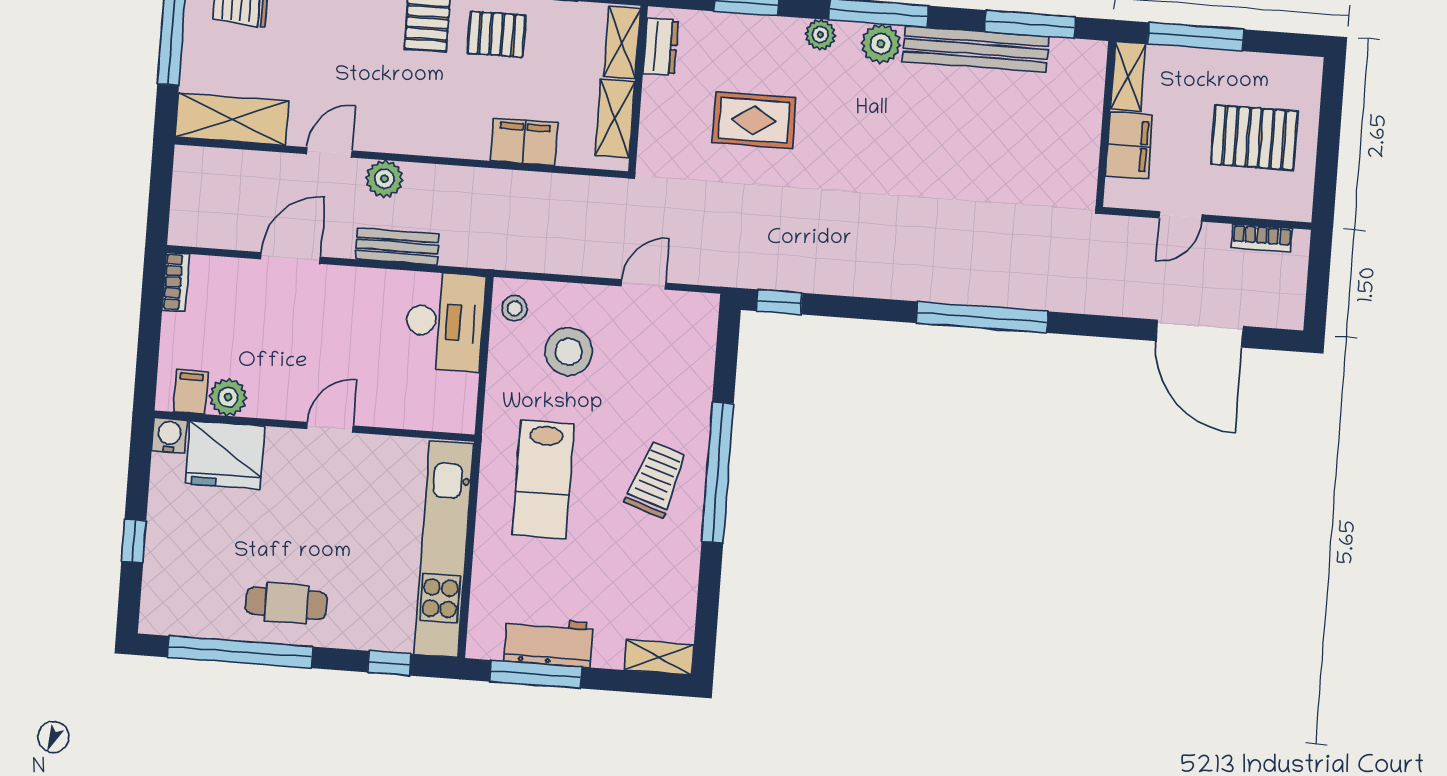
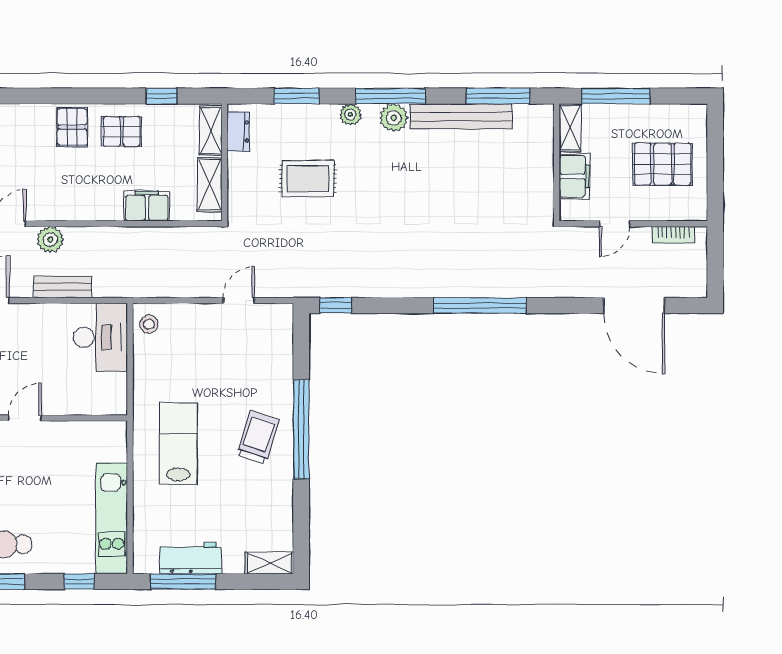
stool: (569, 352) -> (189, 352), removed
lab bench: (543, 479) -> (178, 443), turned 180
kitchen unit: (444, 549) -> (112, 518), width x0.73

